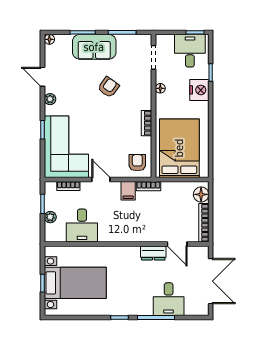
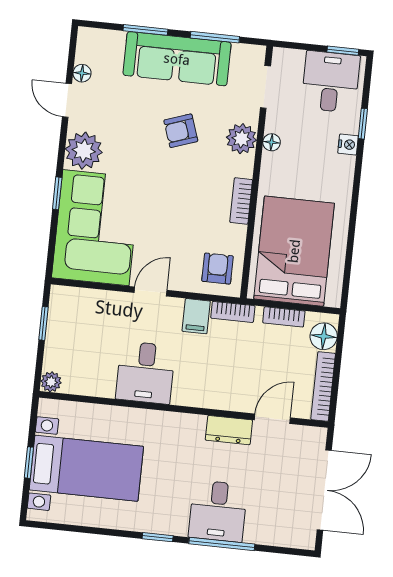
floor lamp: (49, 39) -> (82, 73), moved
sofa: (94, 47) -> (177, 59), width x1.36
armchair: (108, 87) -> (181, 131), turned -145
plant: (143, 88) -> (241, 139), added
nightstand: (199, 90) -> (348, 145), width x0.53, depth x0.56
plant: (50, 99) -> (84, 151), width x1.88, depth x1.88
door: (101, 179) -> (151, 291), hinge flipped
bookcase: (68, 186) -> (284, 317), moved
plant: (50, 217) -> (51, 382), moved
desk: (82, 225) -> (145, 373), moved
door: (177, 244) -> (272, 419), swing flipped
desk: (169, 299) -> (218, 511), moved

